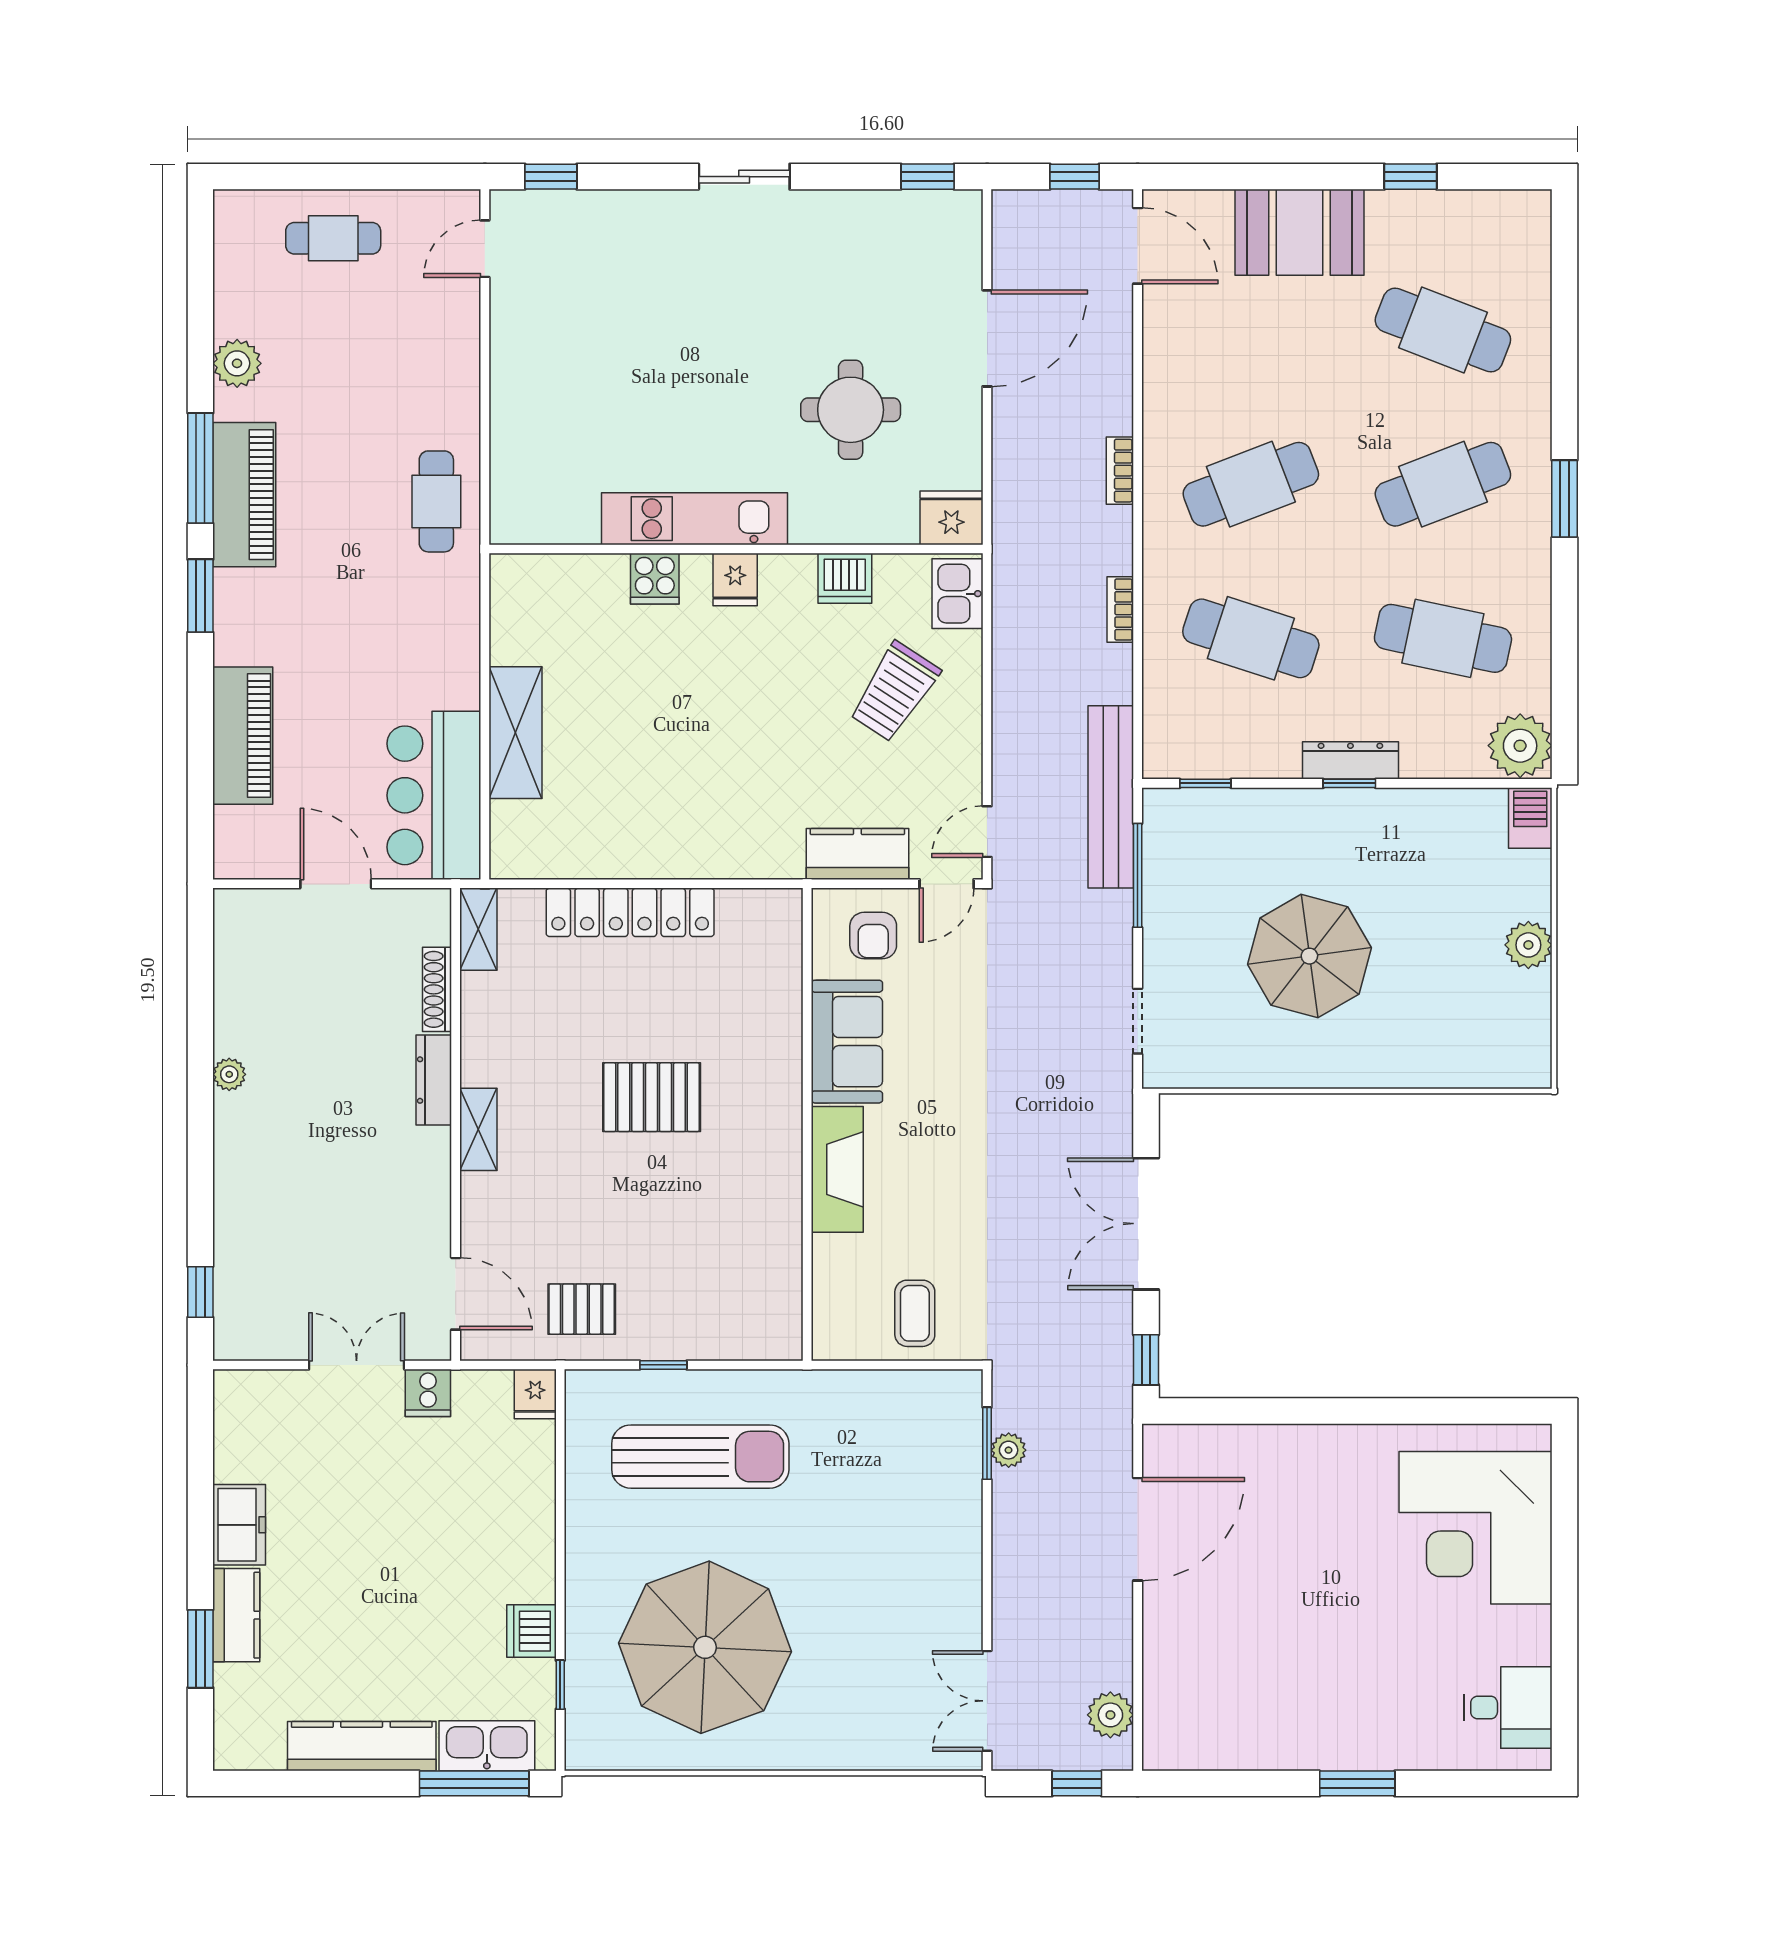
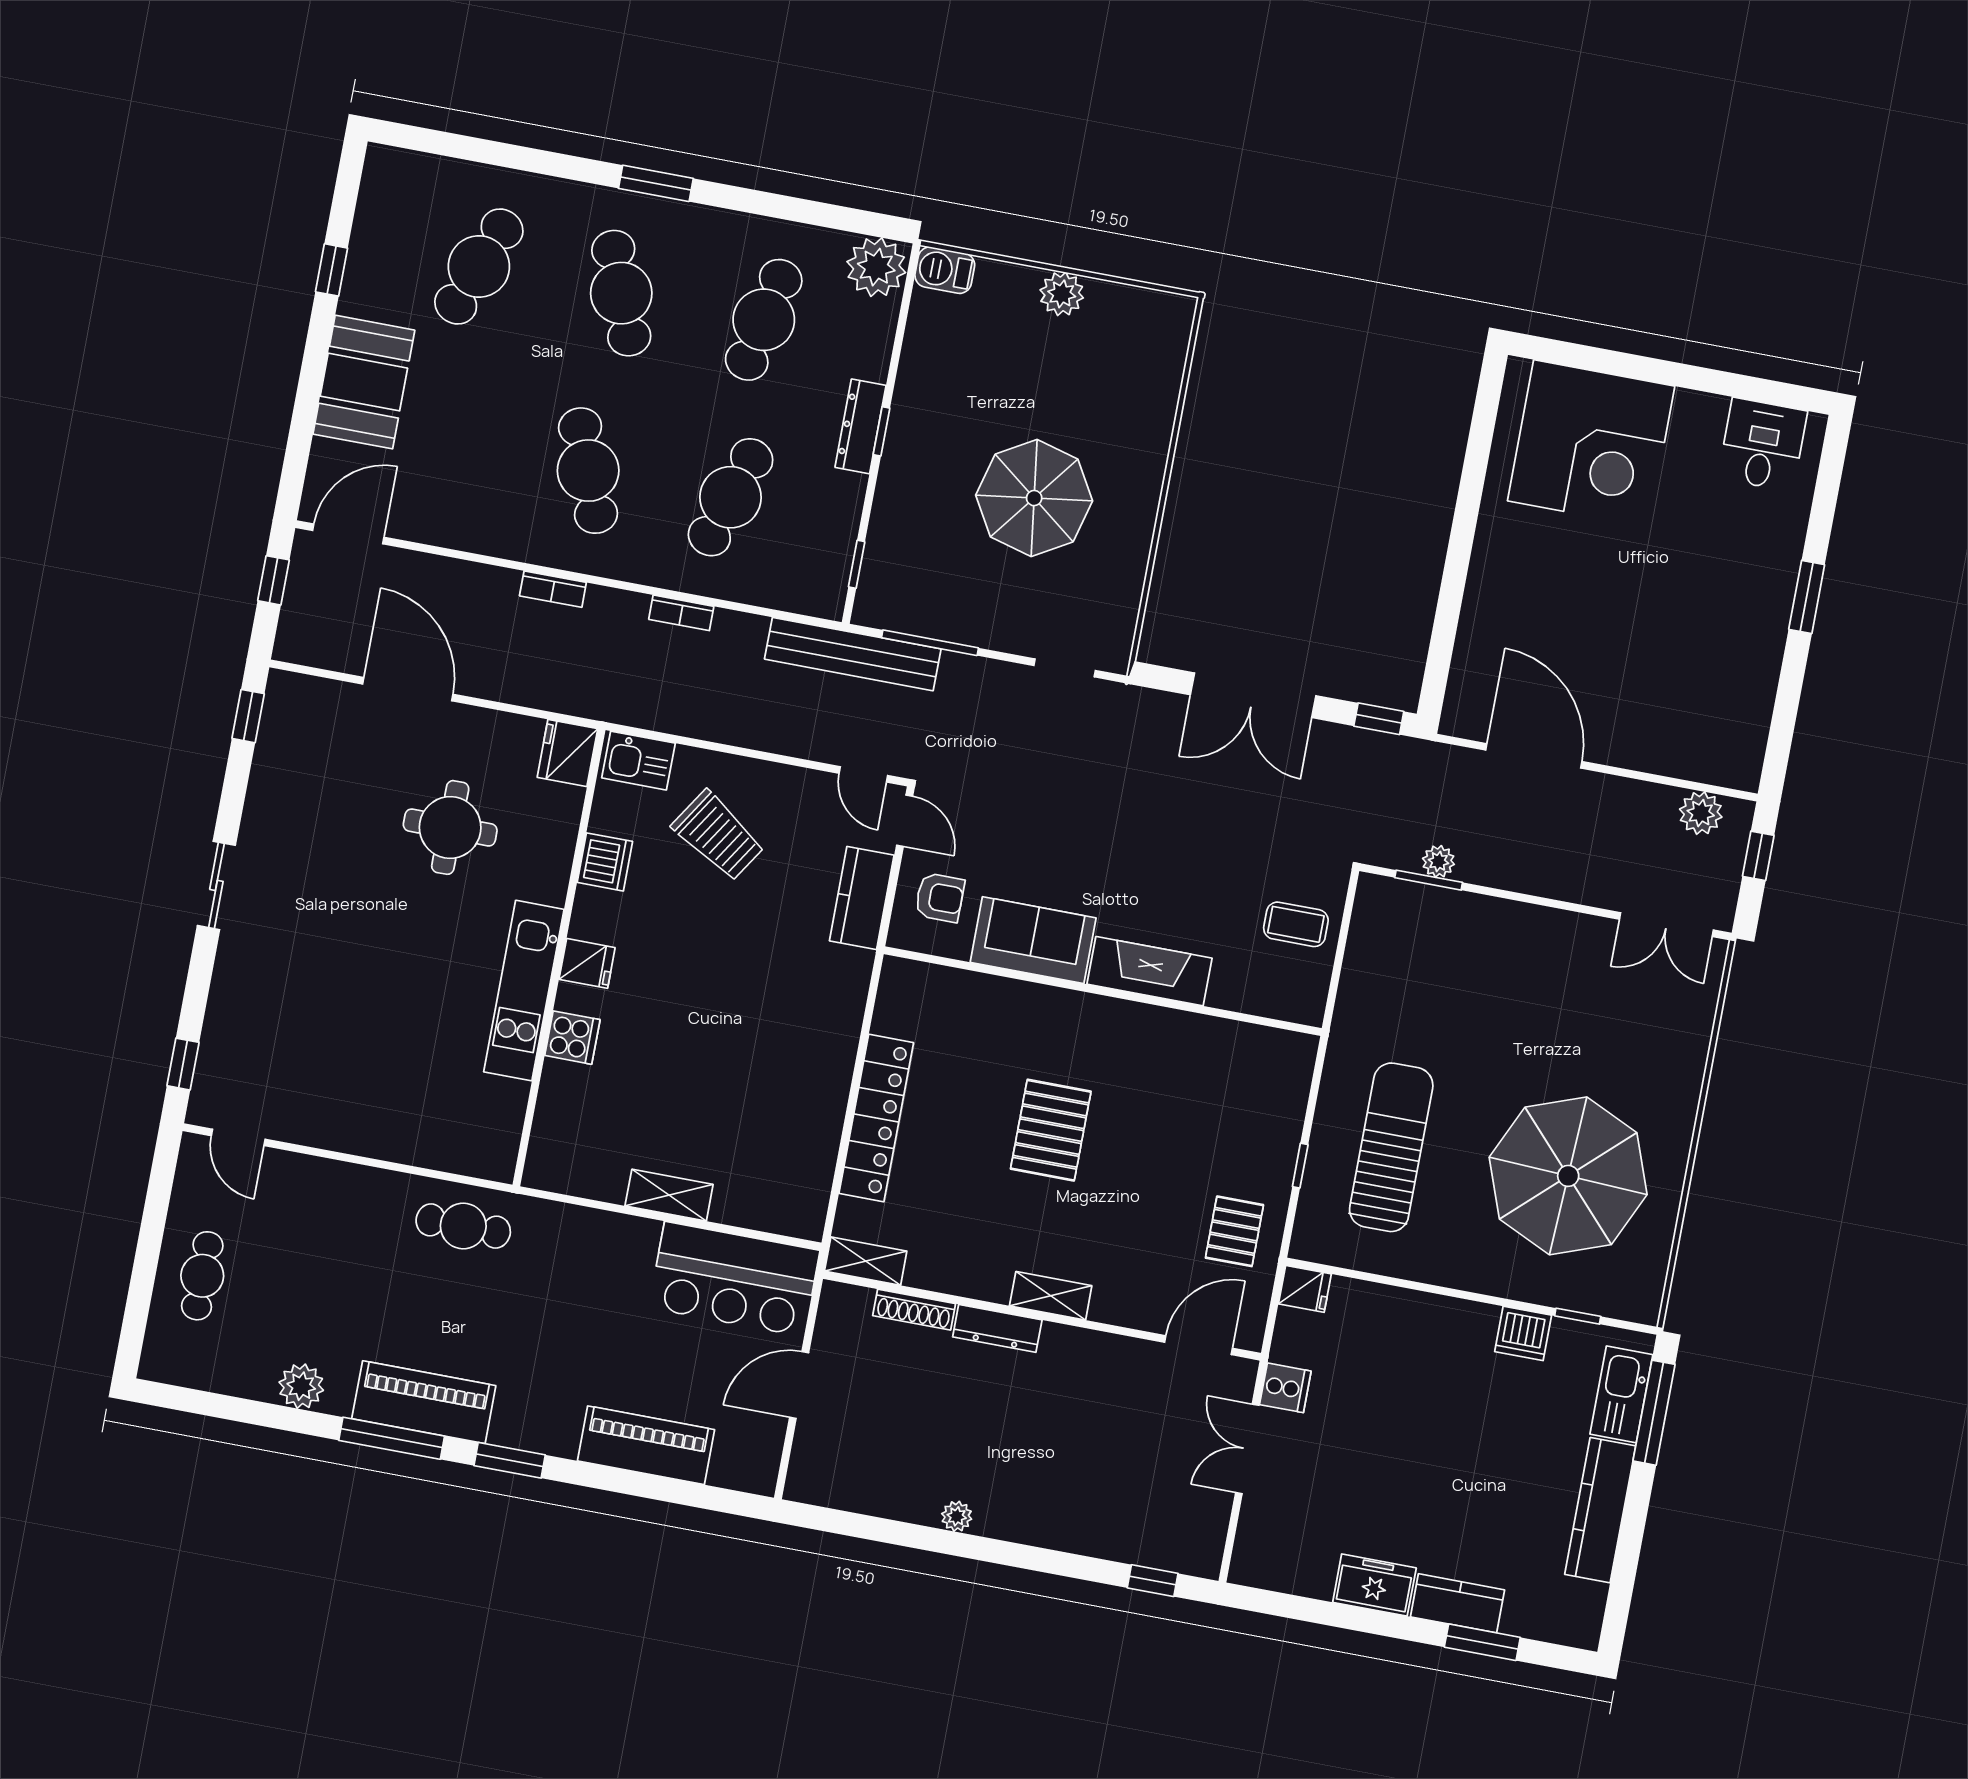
shelving: (516, 733) -> (669, 1195), width x0.67, depth x0.75

